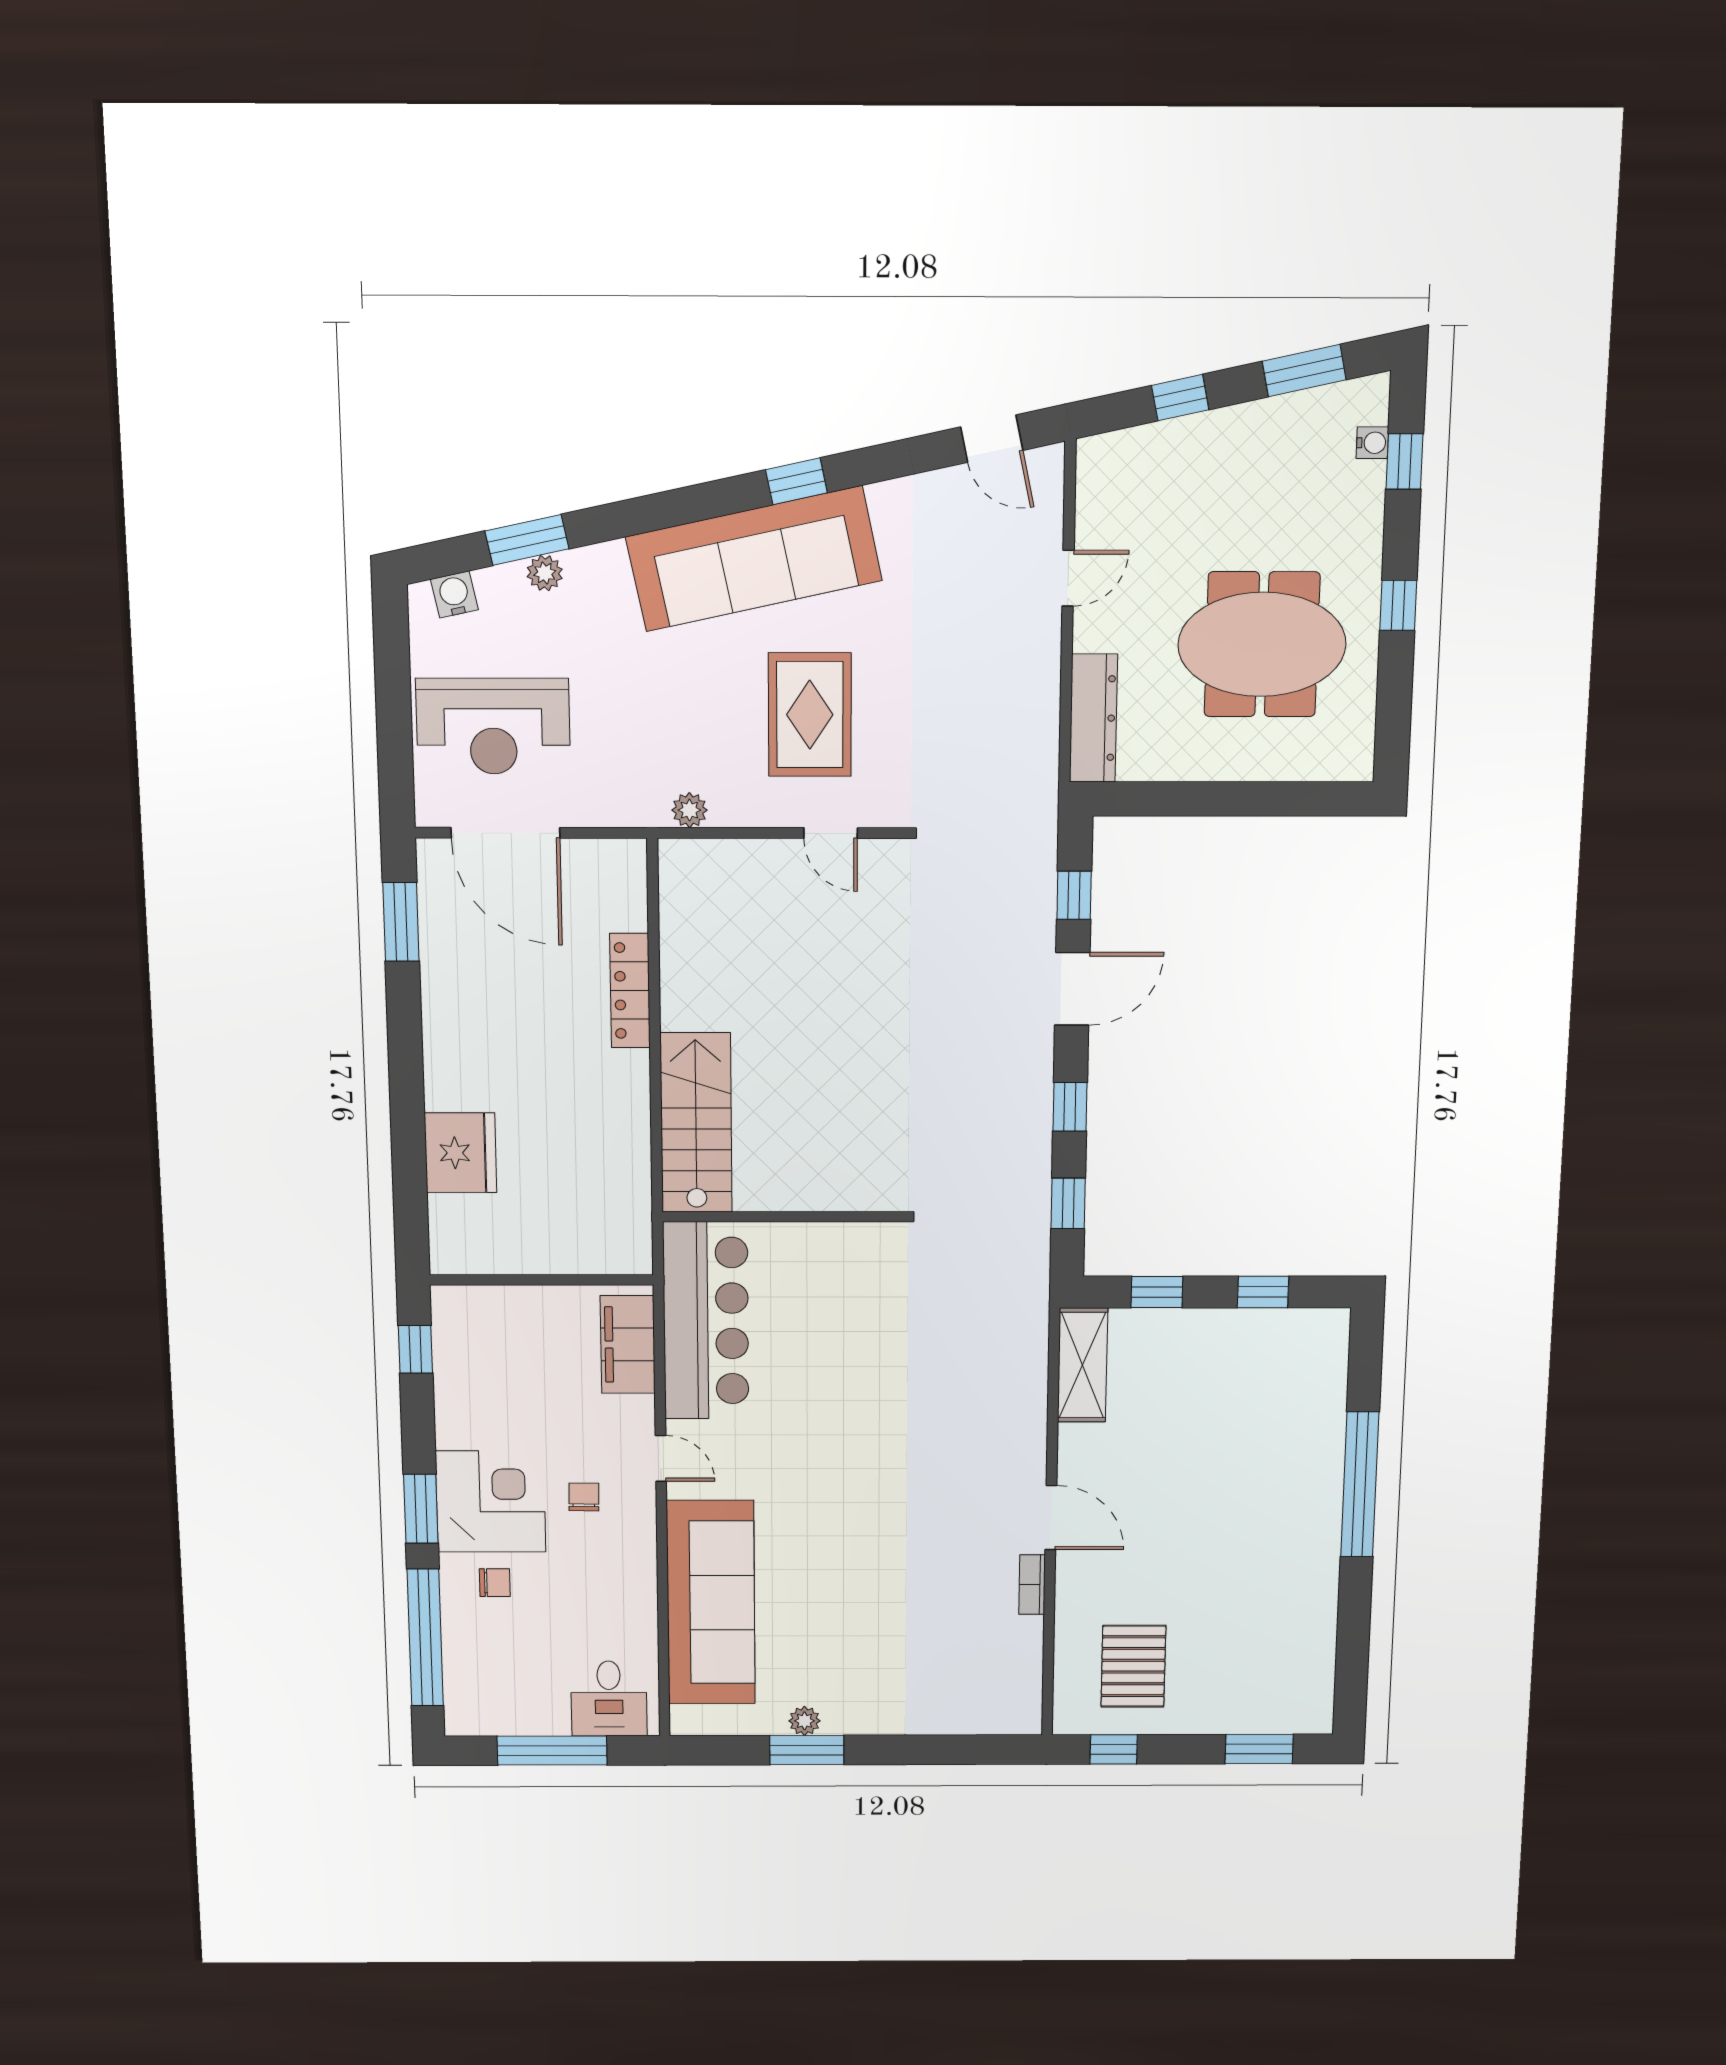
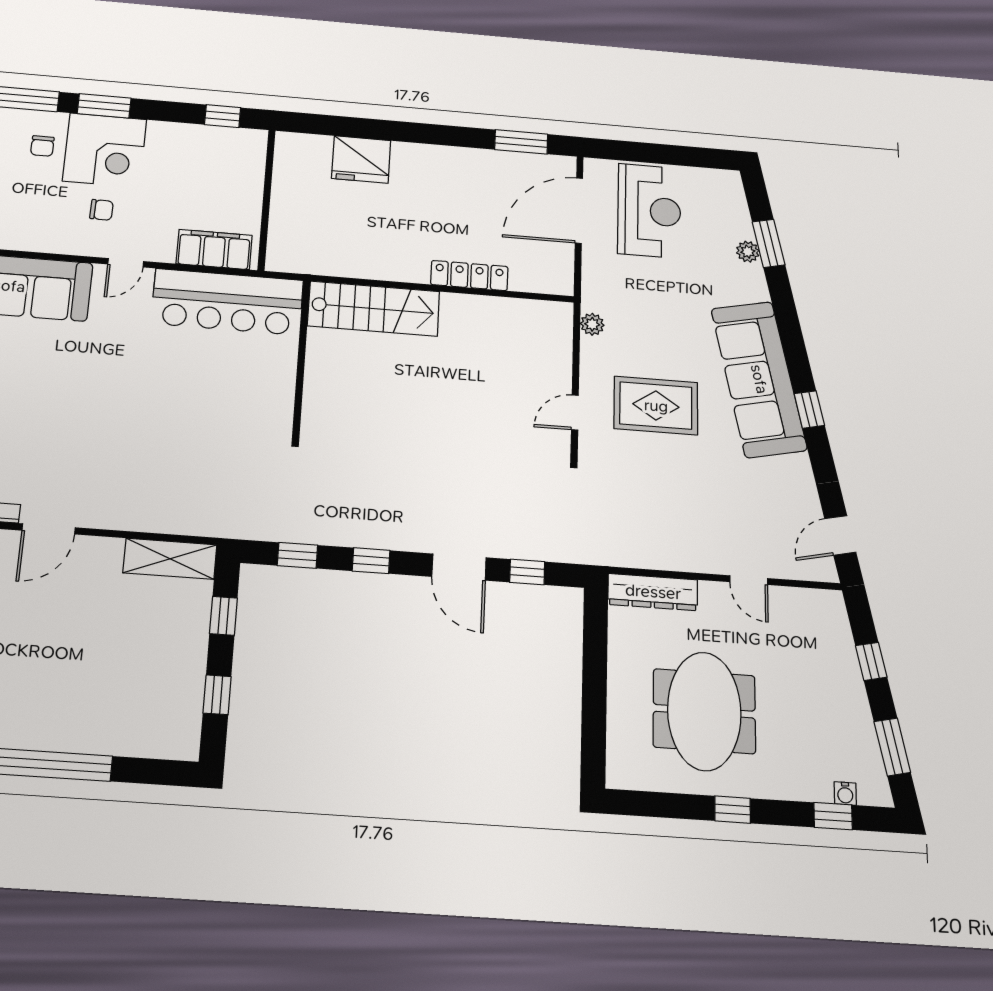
water cooler: (454, 594) -> (733, 197), removed
reception desk: (493, 726) -> (649, 211), turned 180

